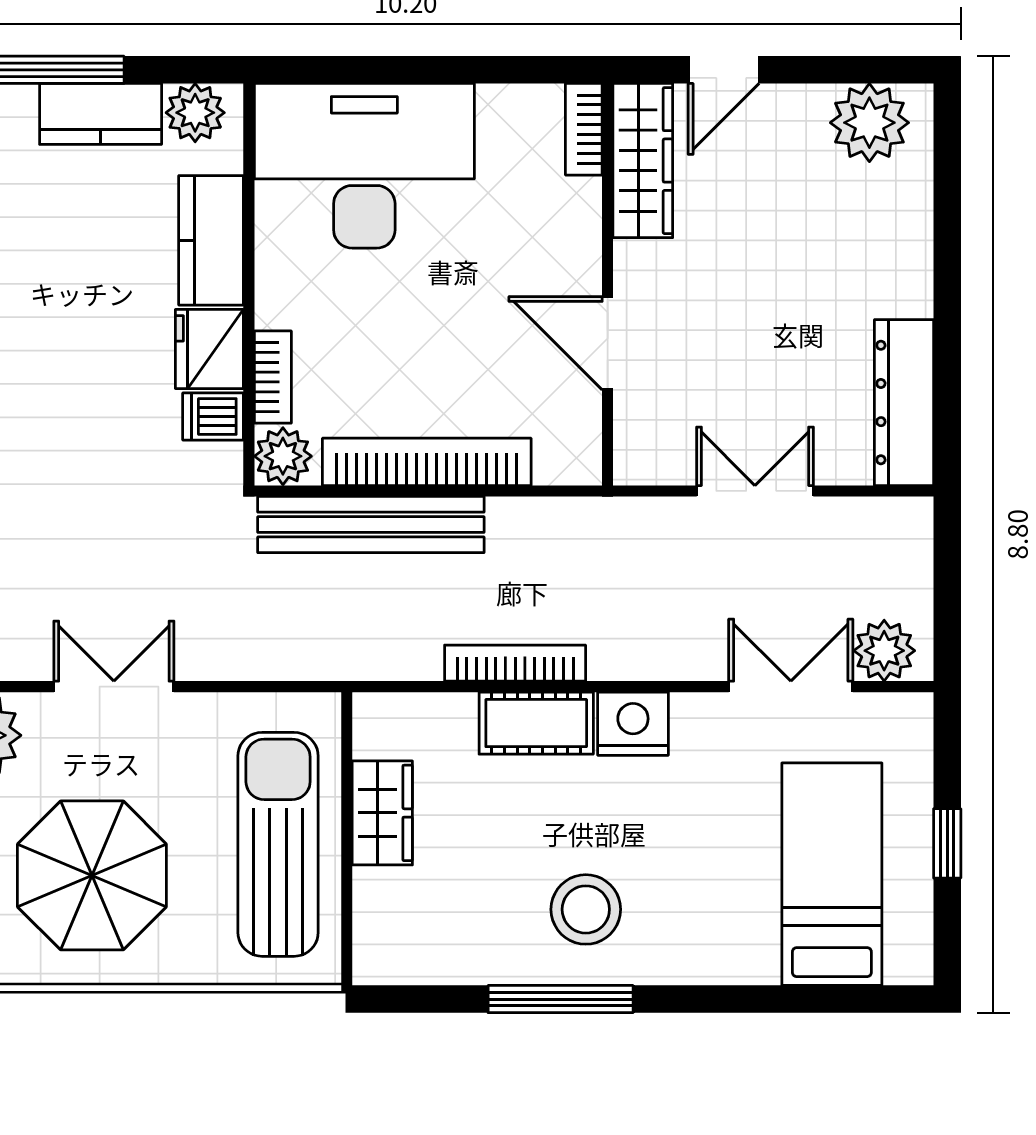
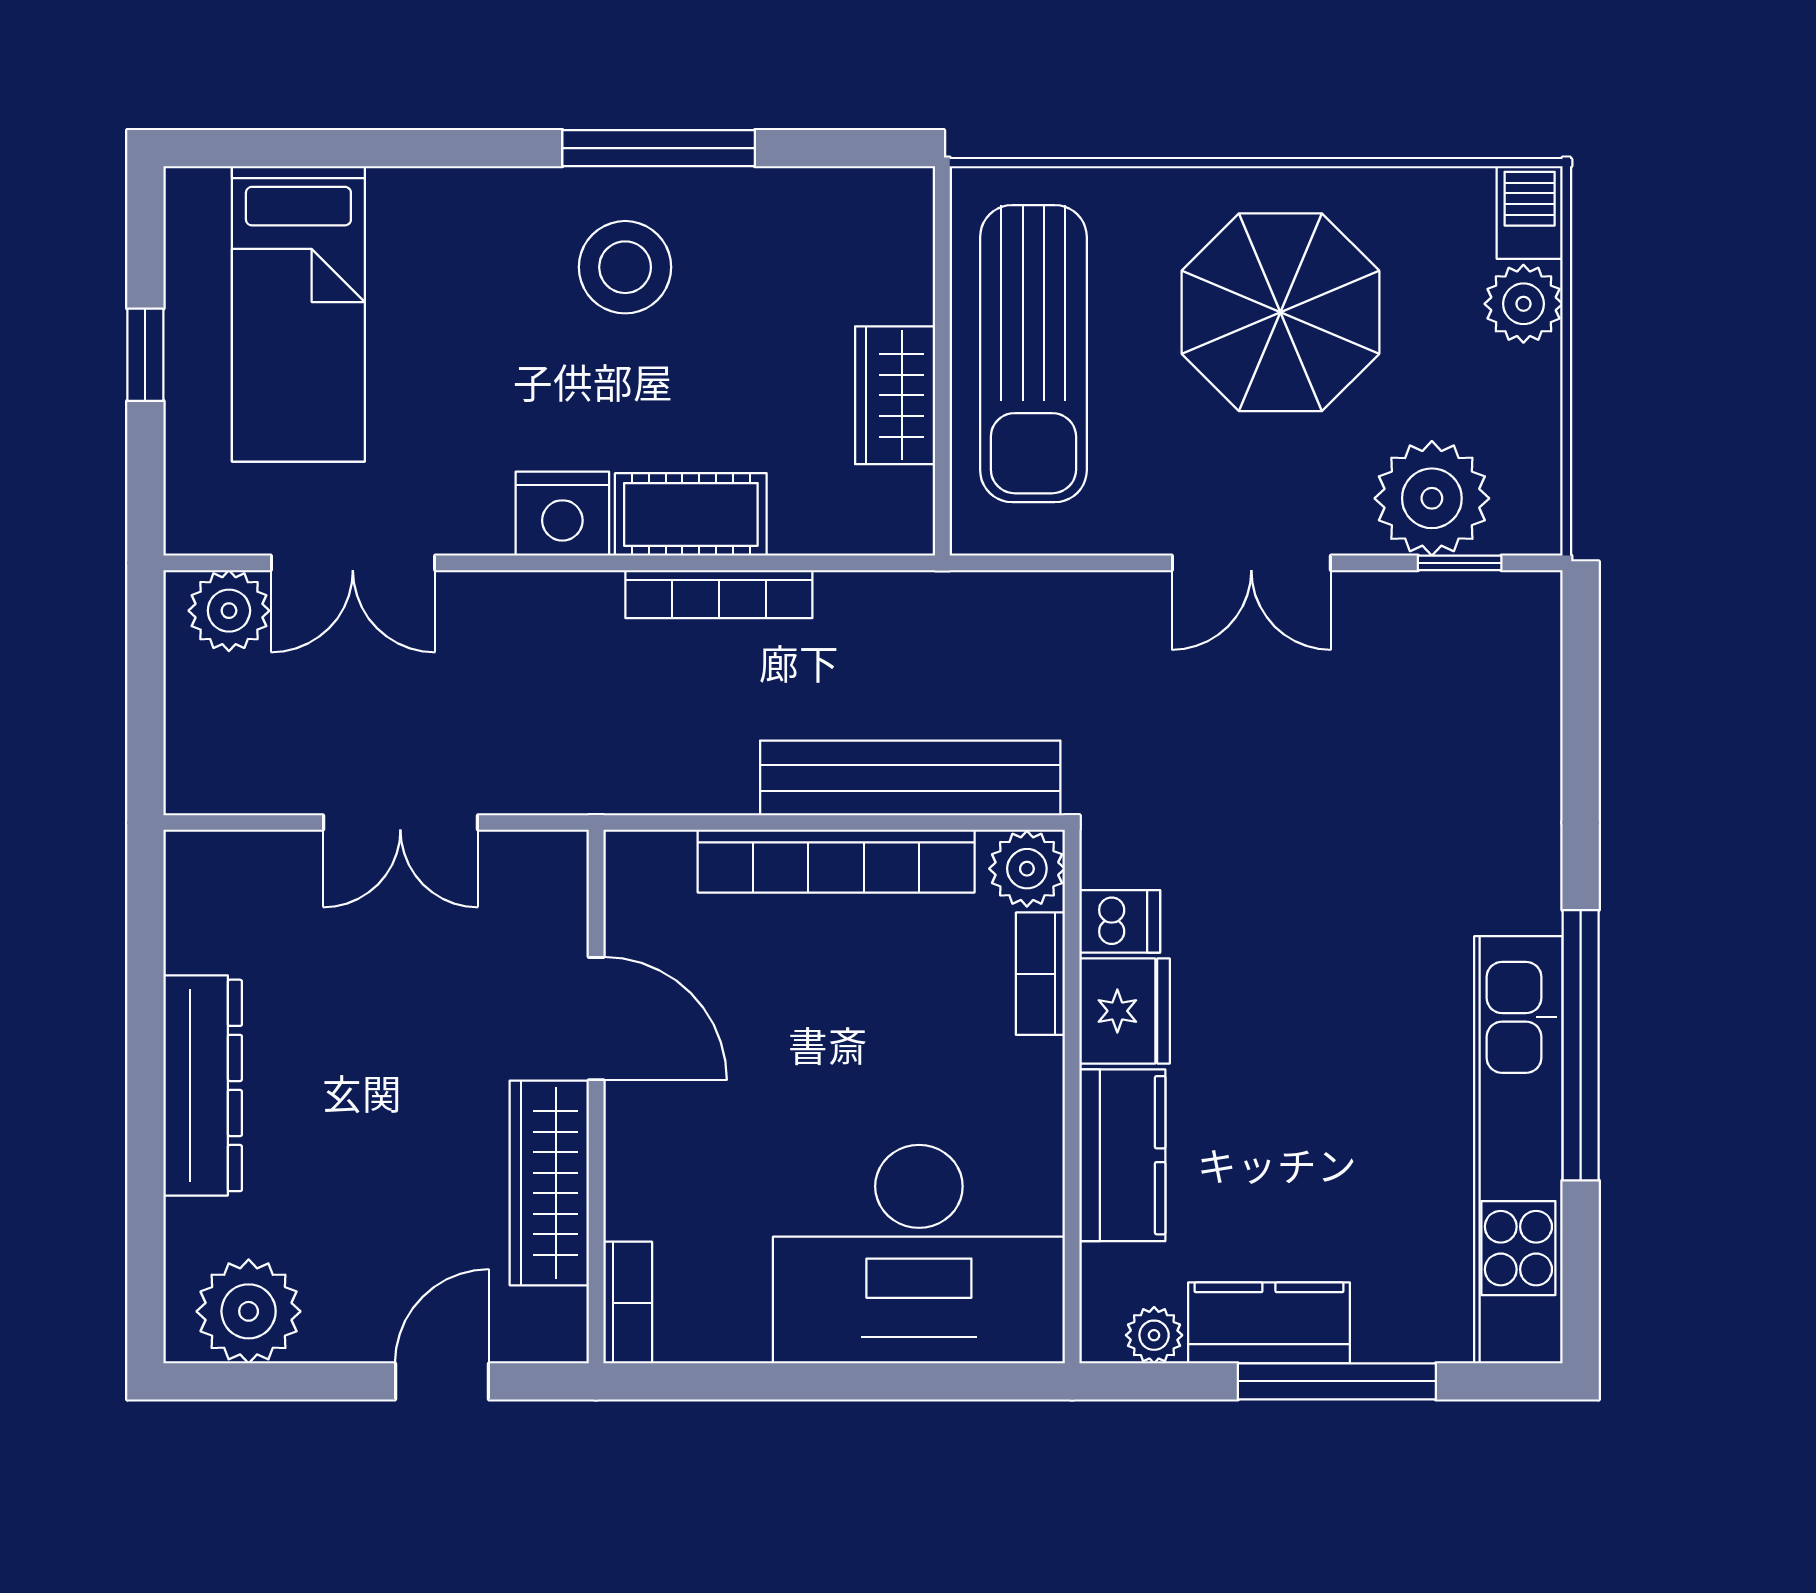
plant: (195, 113) -> (1154, 1335), width x0.73, depth x0.73
wardrobe: (643, 161) -> (549, 1183), moved
dresser: (904, 403) -> (203, 1085), moved

